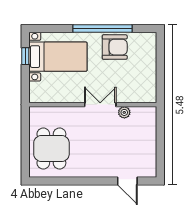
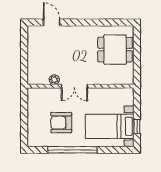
armchair: (115, 47) -> (61, 123), moved
dining table: (51, 149) -> (115, 50), turned 90

